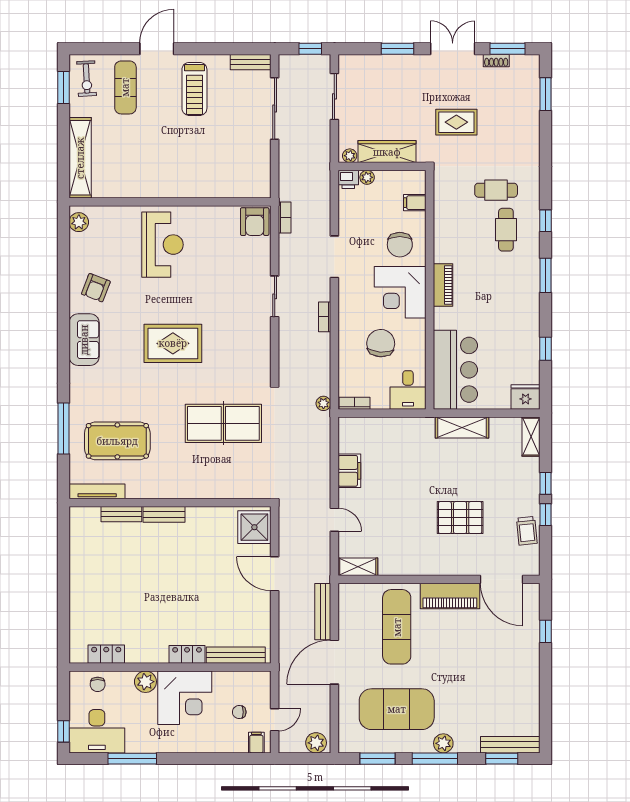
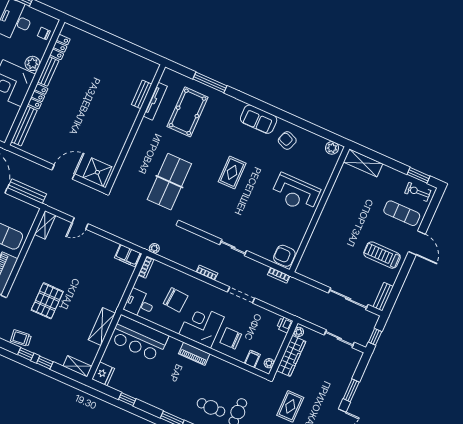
shelving: (80, 158) -> (363, 163), width x0.68
plant: (367, 177) -> (269, 363), moved
rug: (173, 343) -> (232, 172), width x0.73, depth x0.70
filing cabinet: (349, 471) -> (128, 255), moved
tv unit: (97, 491) -> (155, 101), moved
bench: (164, 514) -> (48, 71), moved

